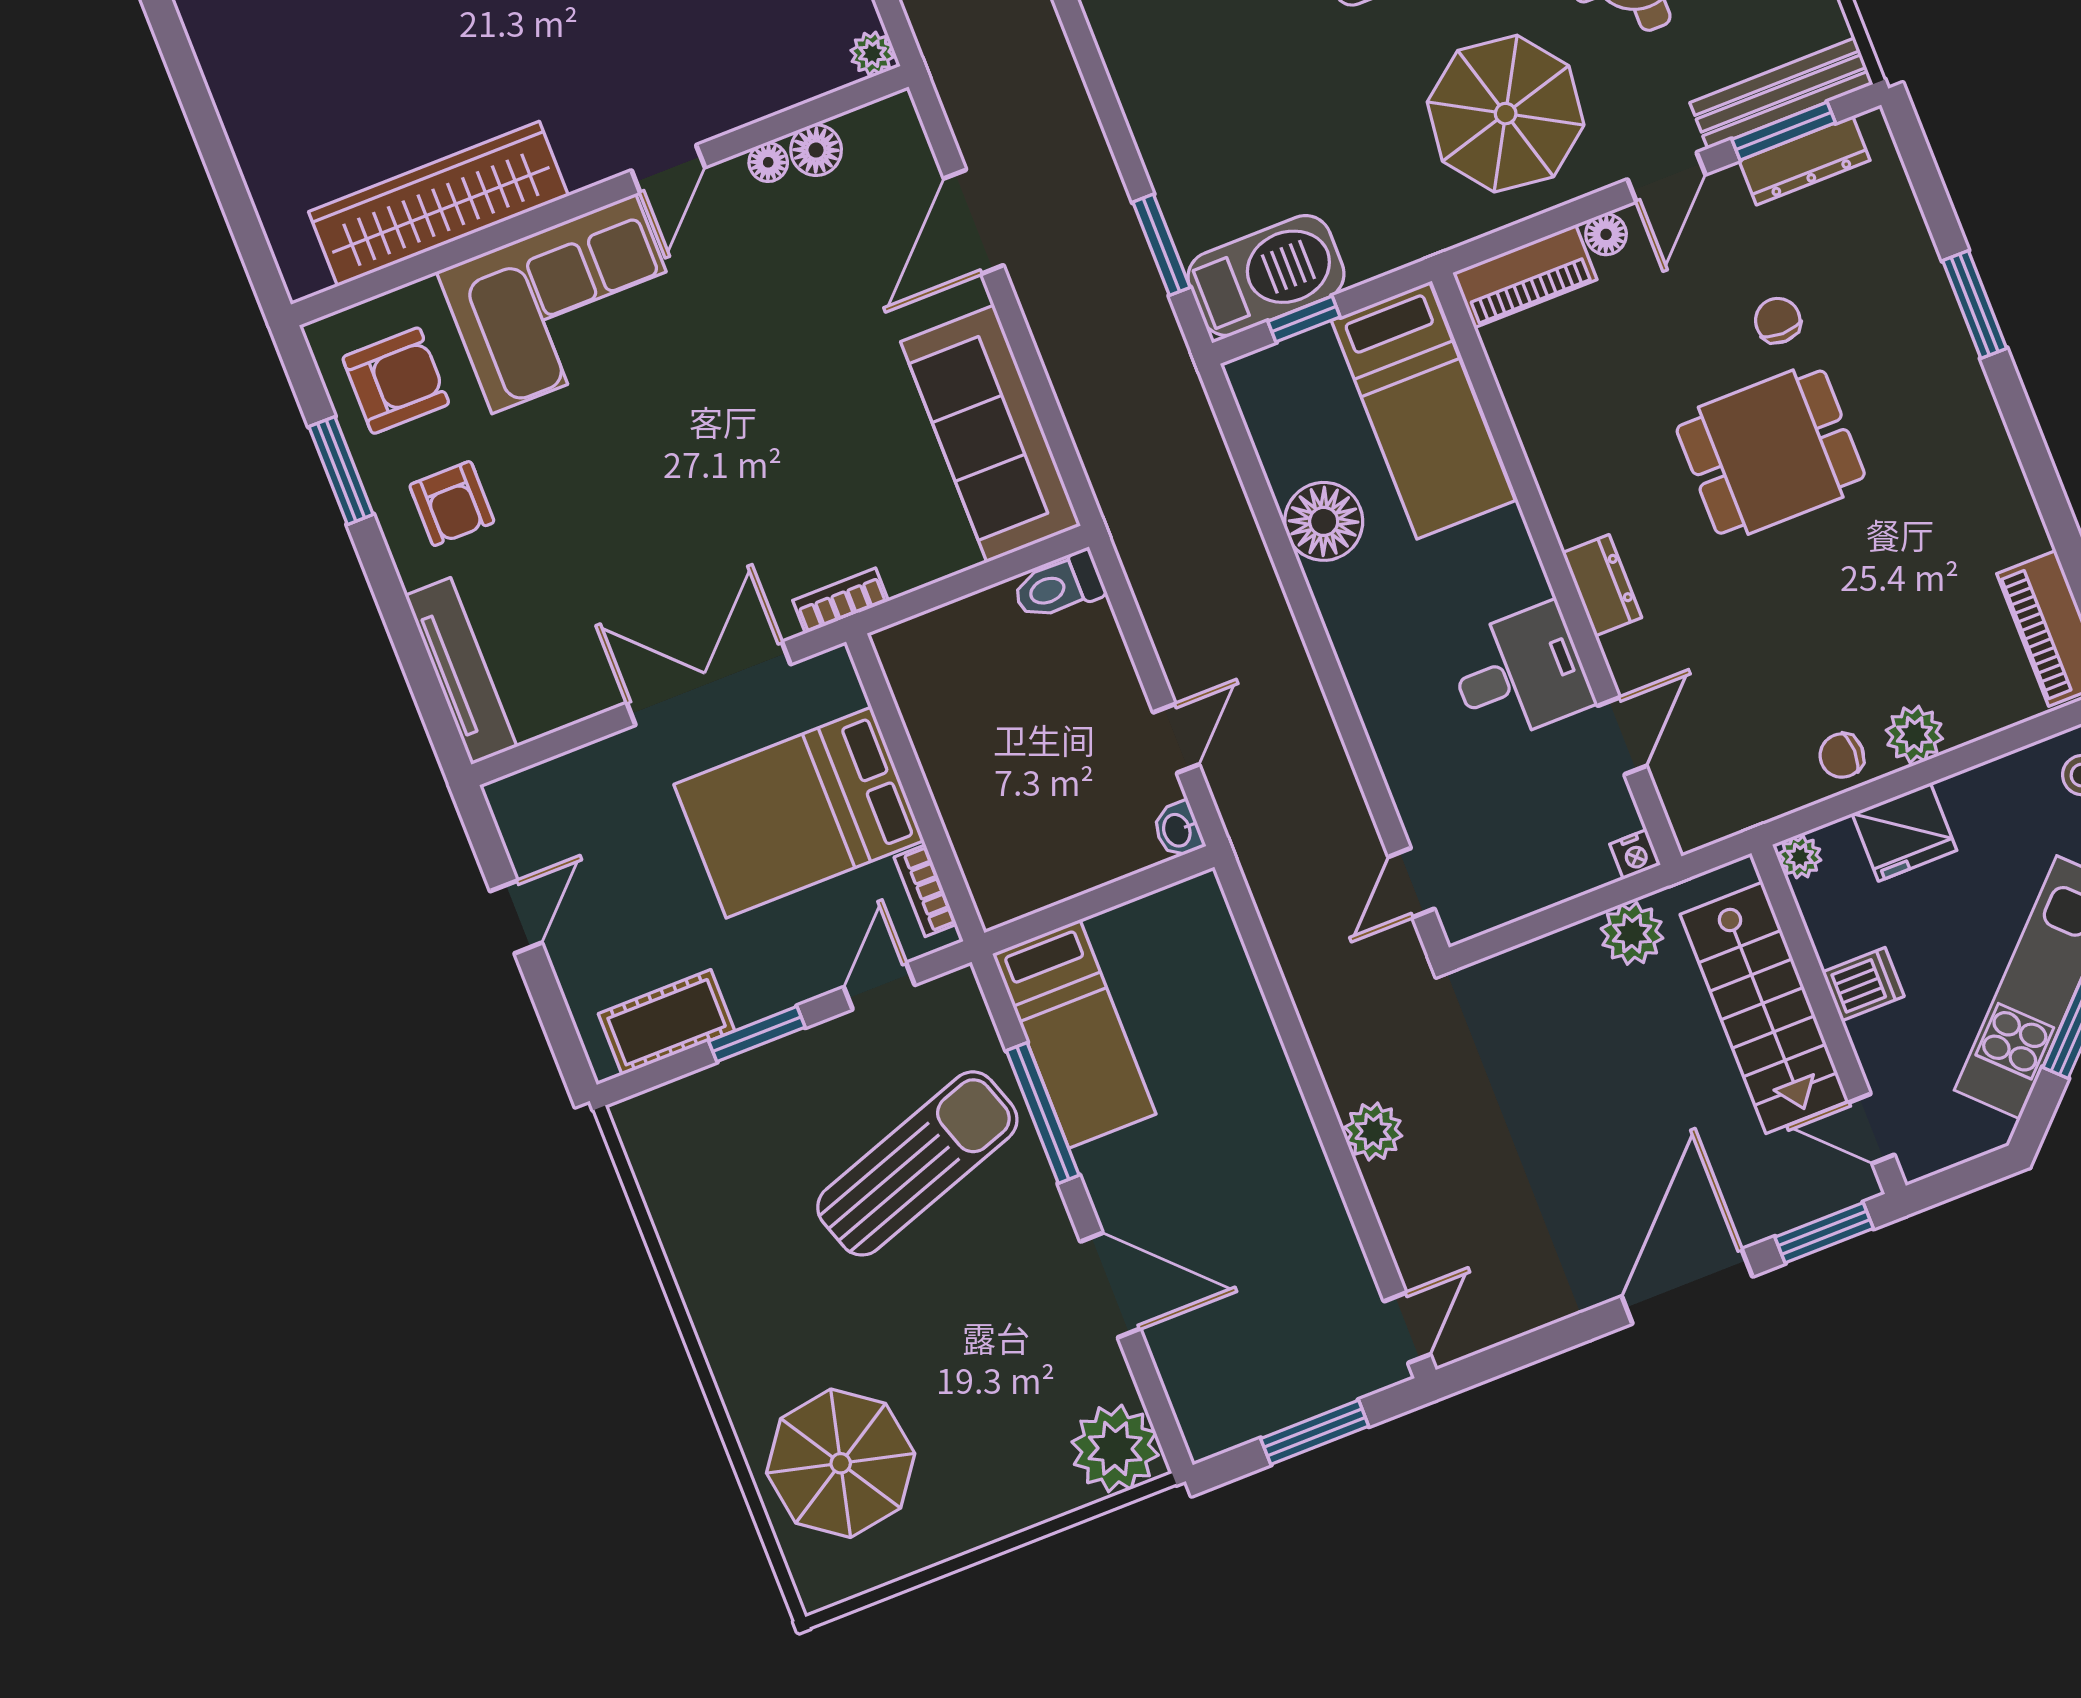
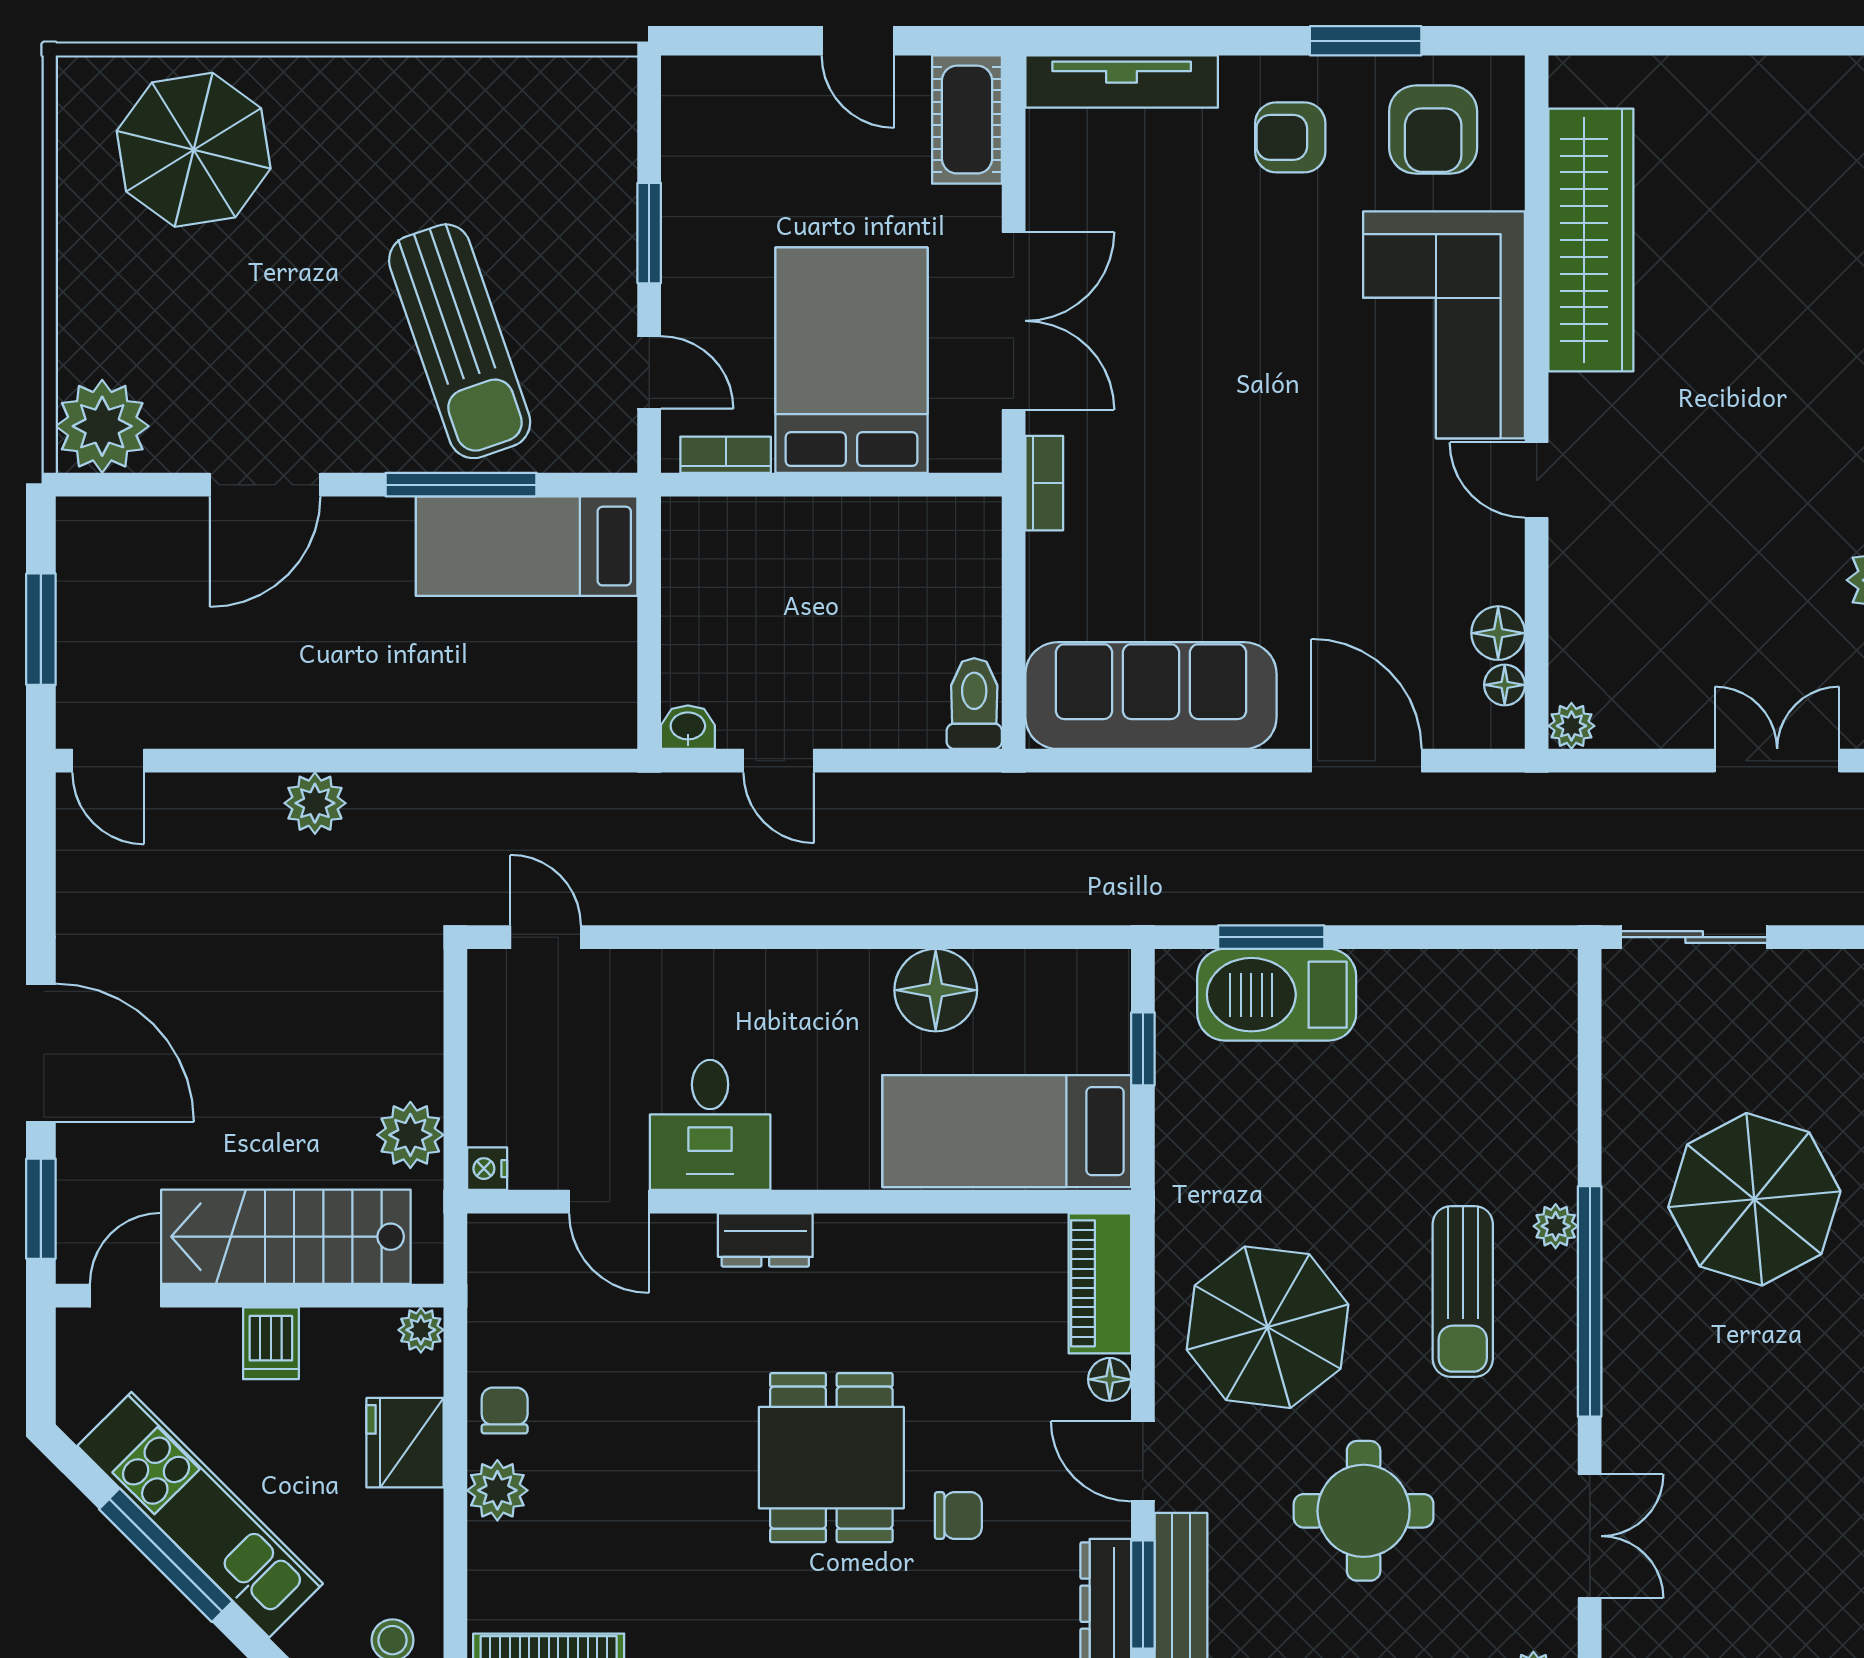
floor lamp: (768, 162) -> (1505, 685), moved
barbecue: (1266, 275) -> (1277, 995), moved, turned 90
cot: (667, 1022) -> (967, 120), moved

